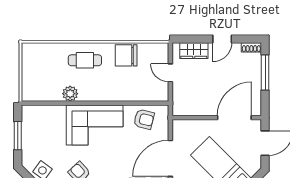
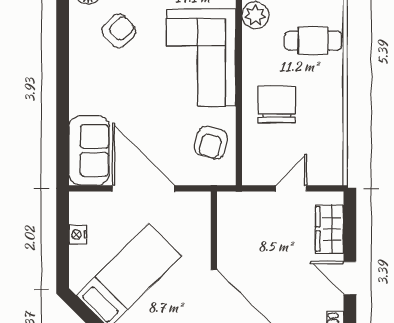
chair: (126, 55) -> (277, 104), moved
cafe table: (85, 60) -> (313, 41), turned 90

